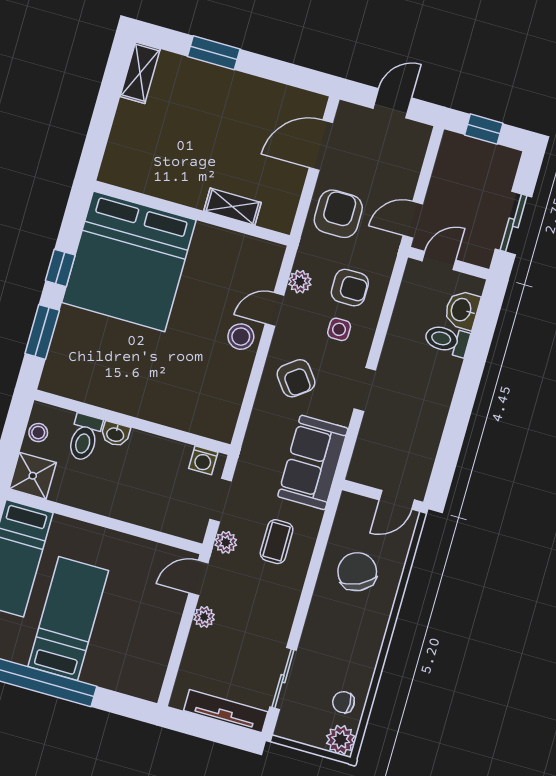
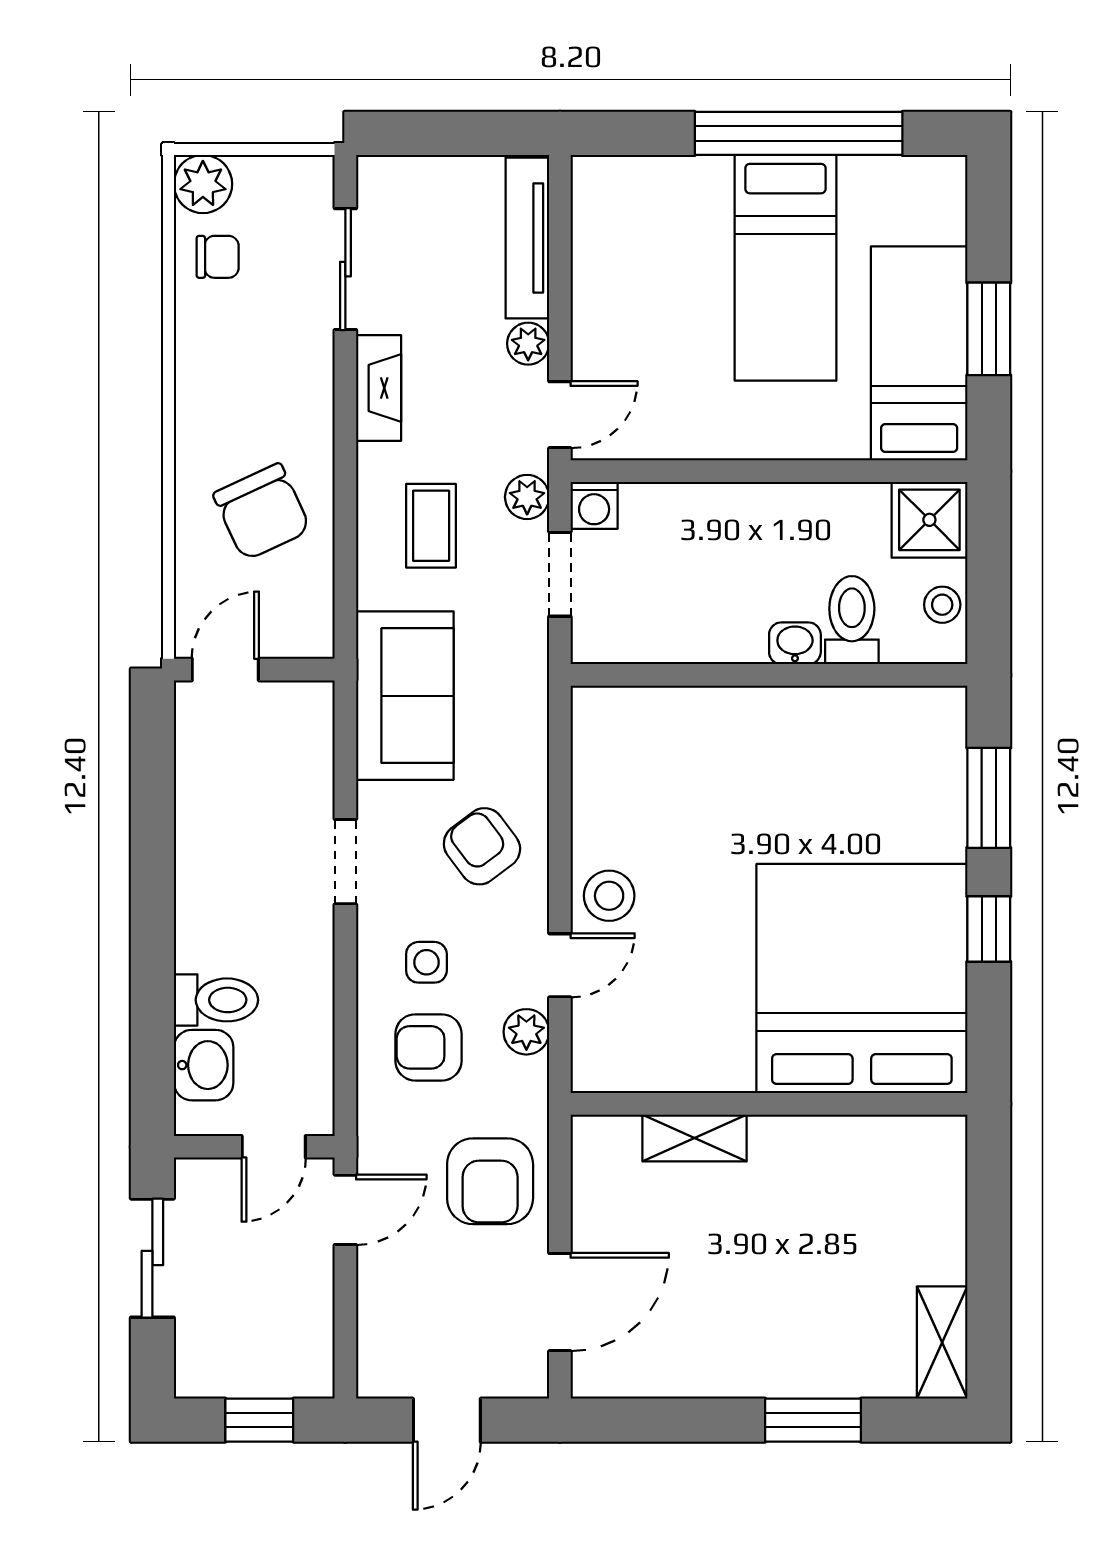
washing machine: (203, 460) -> (594, 505), moved, turned 180
fireplace: (283, 616) -> (379, 388), added
tv unit: (226, 711) -> (527, 238), moved, turned 90

